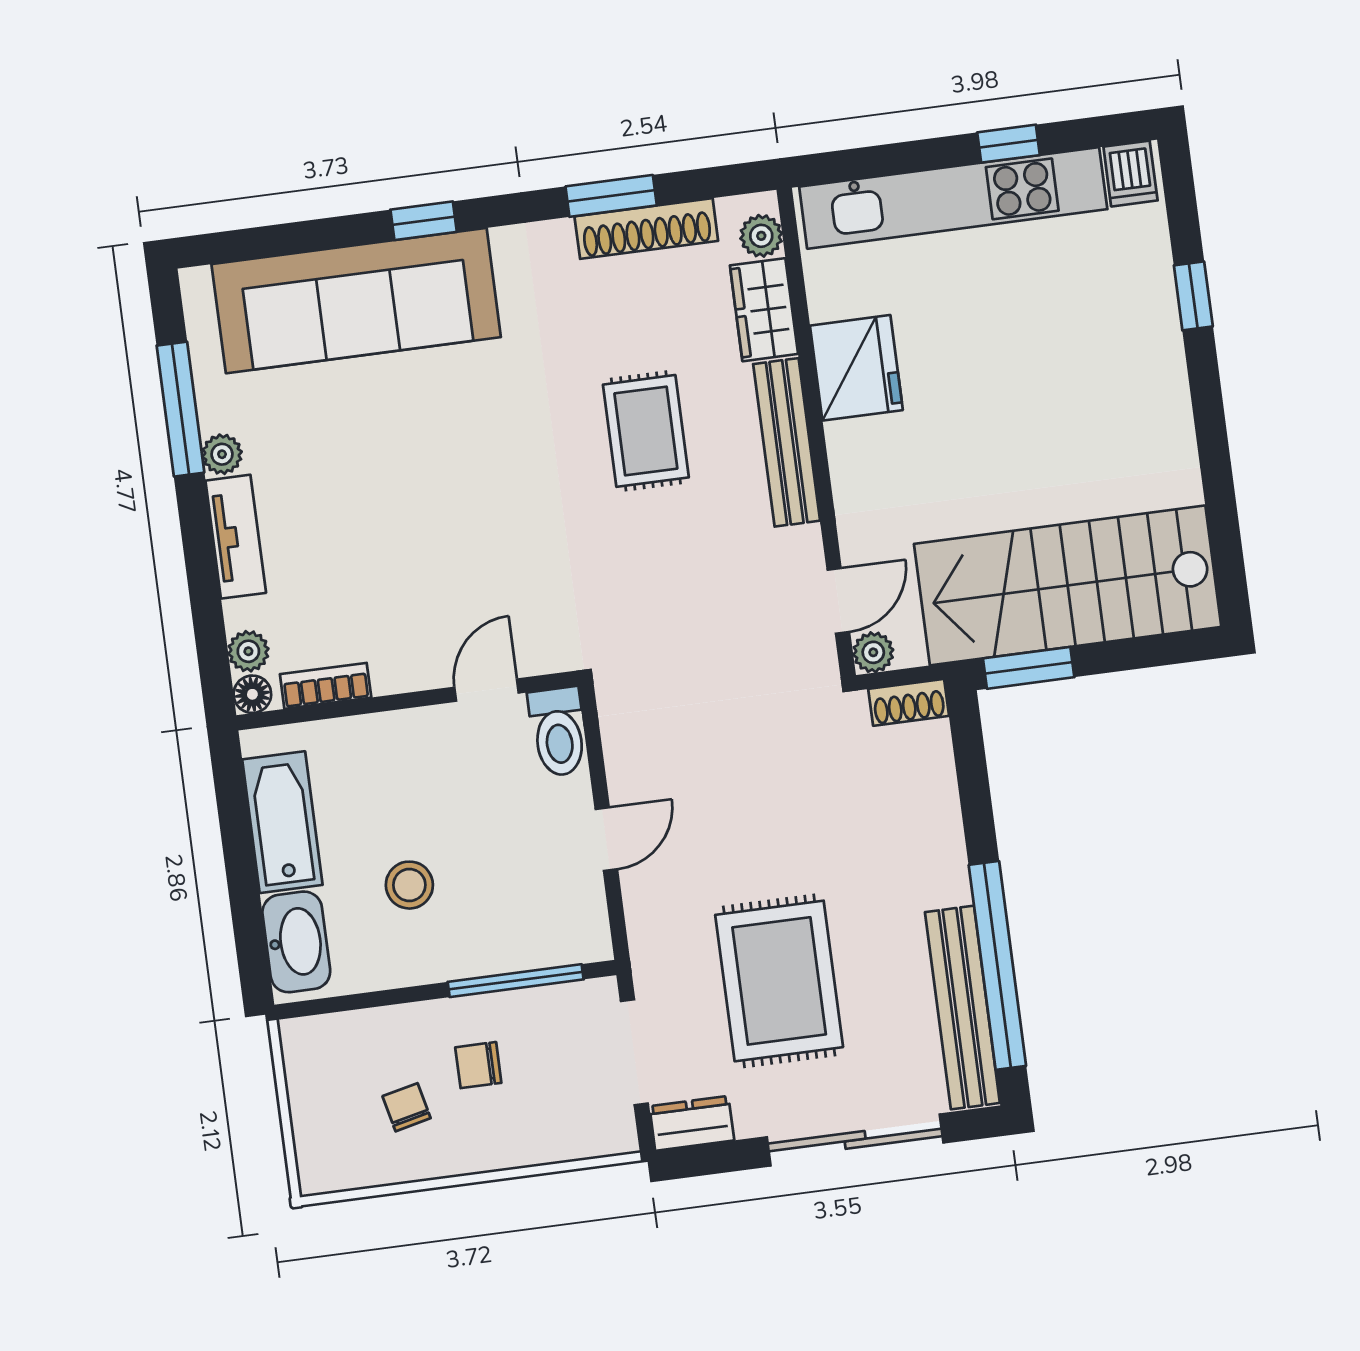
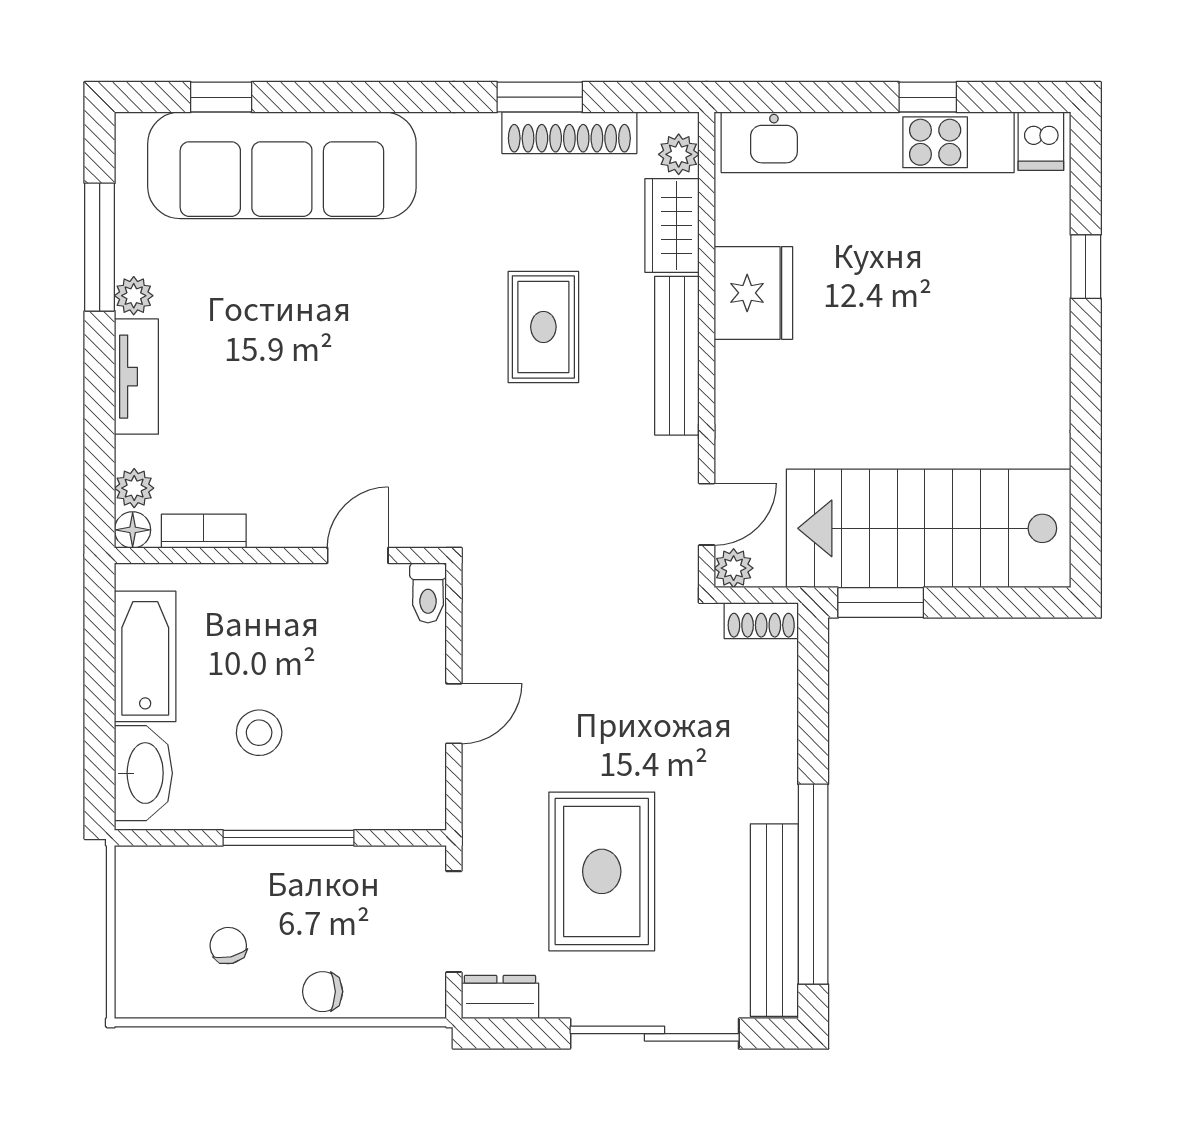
window: (424, 221) -> (221, 97), moved
toilet: (558, 732) -> (428, 593), width x0.73, depth x0.72
window: (516, 981) -> (288, 838), moved
chair: (478, 1065) -> (323, 992), moved

